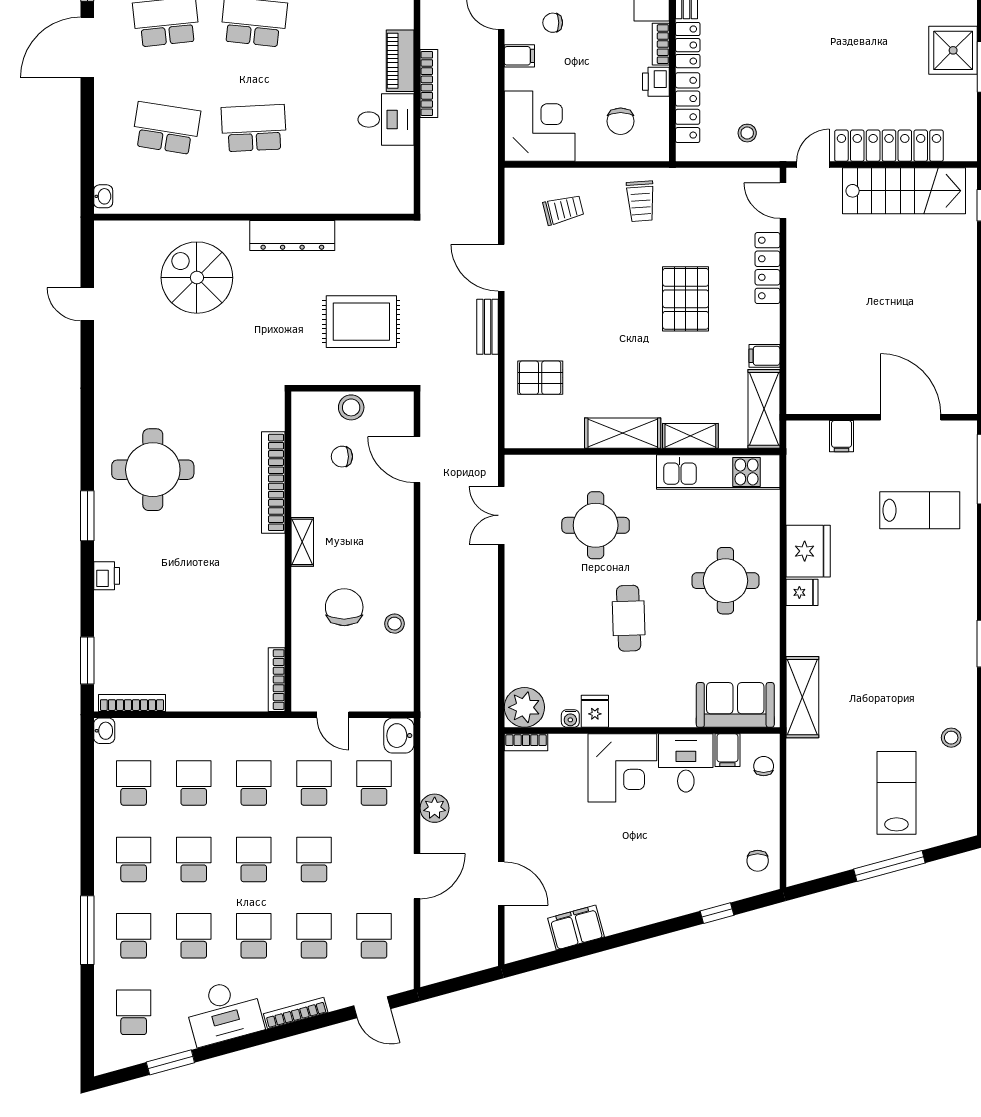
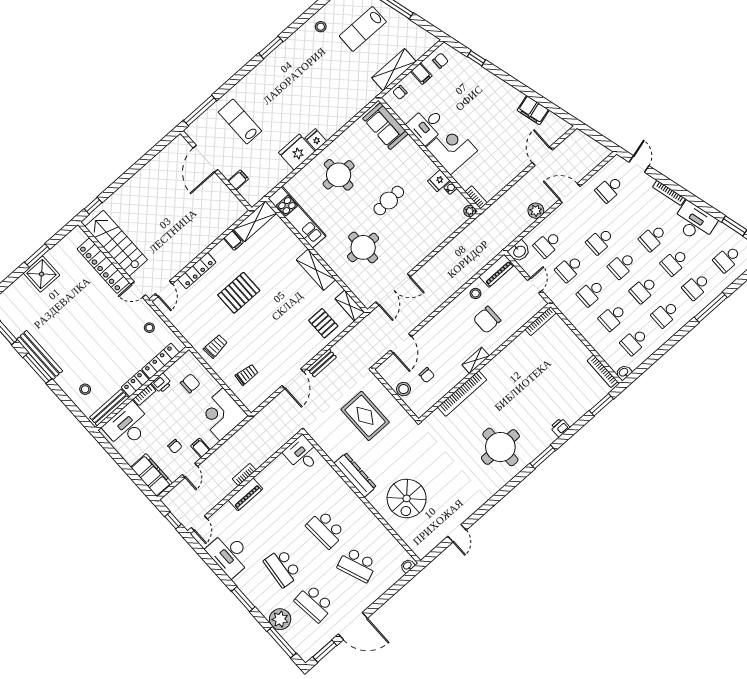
bookcase: (429, 83) -> (244, 475), width x0.64
desk: (386, 120) -> (302, 454), moved
school desk: (166, 128) -> (357, 565), turned -30
trolley: (563, 210) -> (247, 375), turned 109
shelving: (690, 436) -> (350, 305), moved
double door: (501, 515) -> (393, 289), width x1.37
piano: (400, 680) -> (497, 271), added
shelving: (802, 697) -> (394, 70), moved
plant: (524, 707) -> (470, 211), width x0.53, depth x0.53
filing cabinet: (727, 750) -> (421, 74), moved, turned 90
school desk: (314, 936) -> (631, 213), removed

